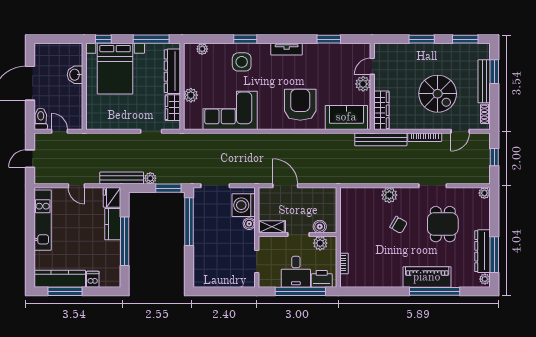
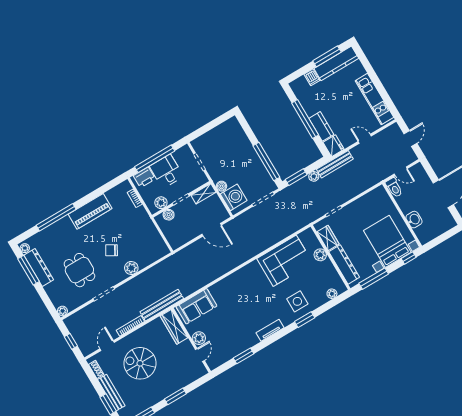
armchair: (300, 105) -> (236, 296), removed
toilet: (41, 119) -> (394, 188), moved
piano: (427, 277) -> (90, 211), moved

